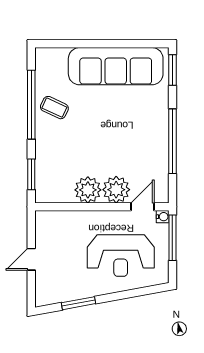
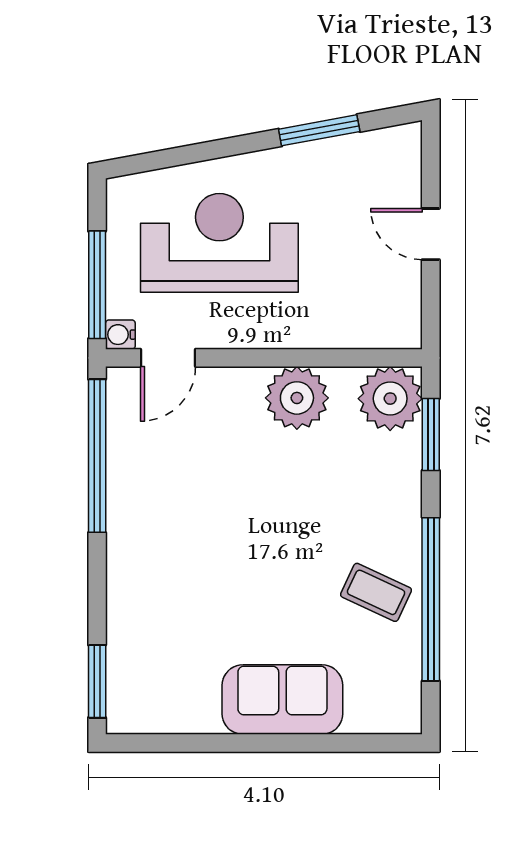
sofa: (116, 66) -> (282, 700), width x0.54, depth x0.79
window: (172, 141) -> (97, 456), moved
plant: (116, 190) -> (390, 399), moved
door: (31, 259) -> (431, 234), swing flipped

